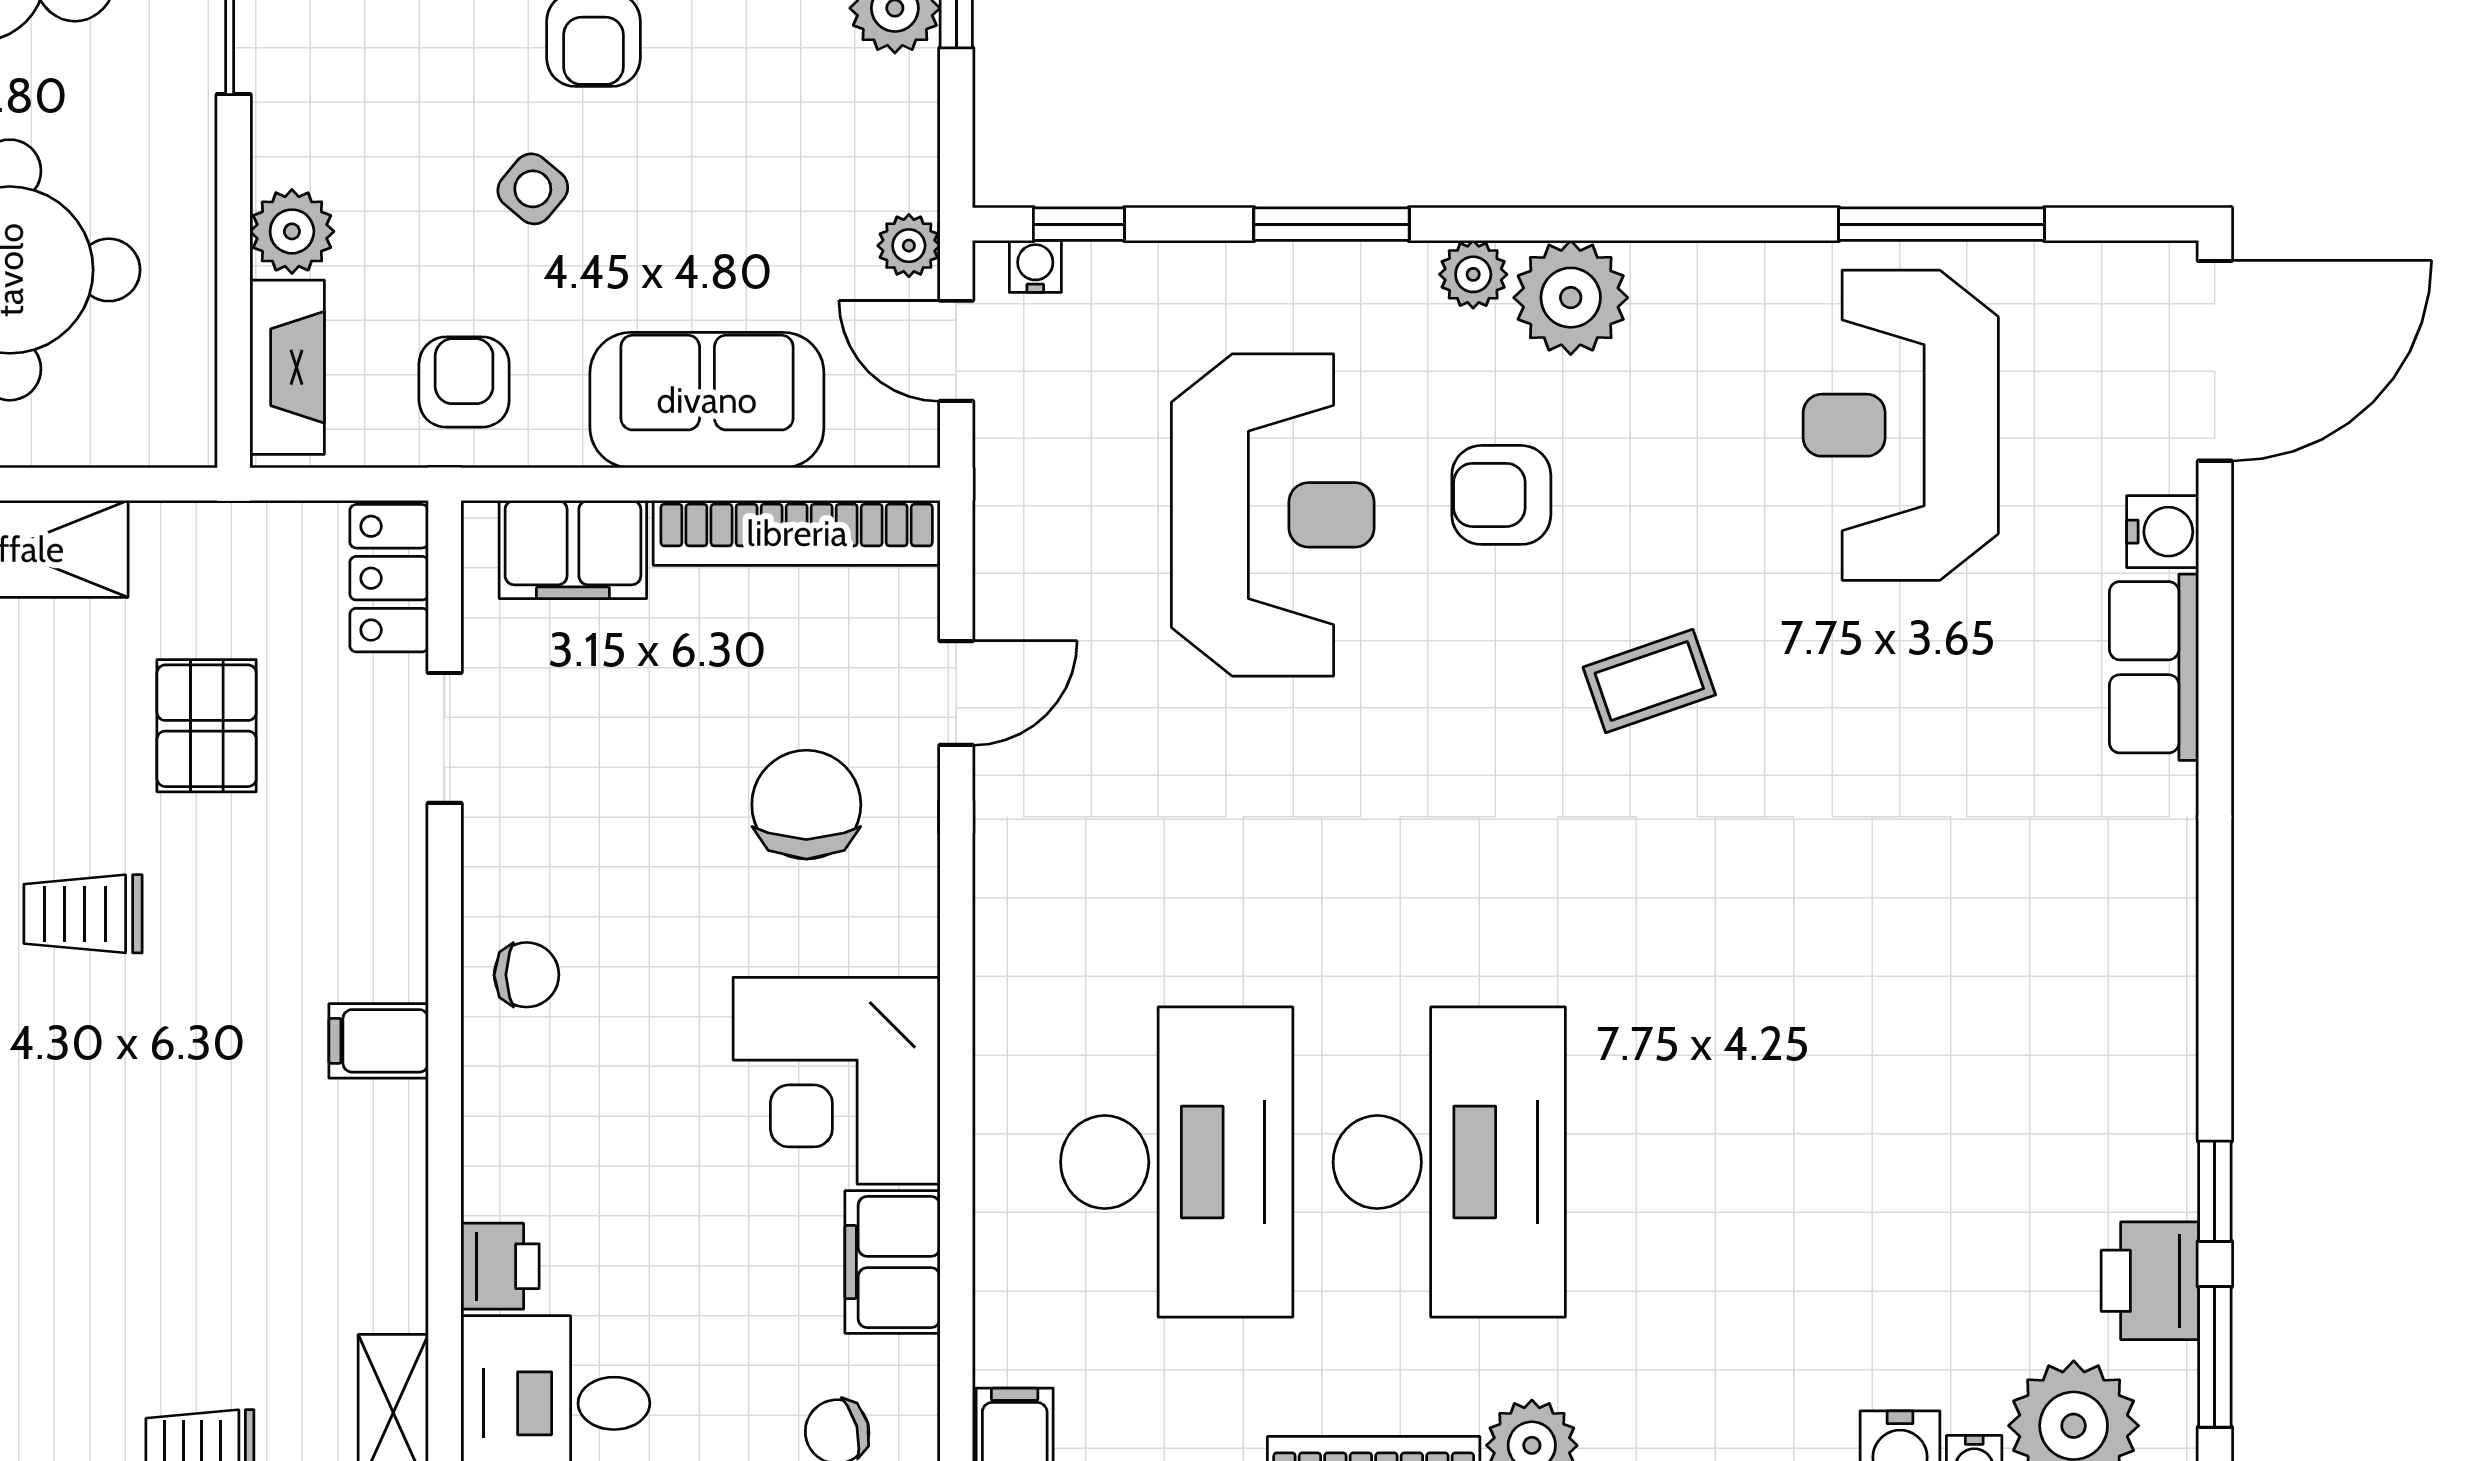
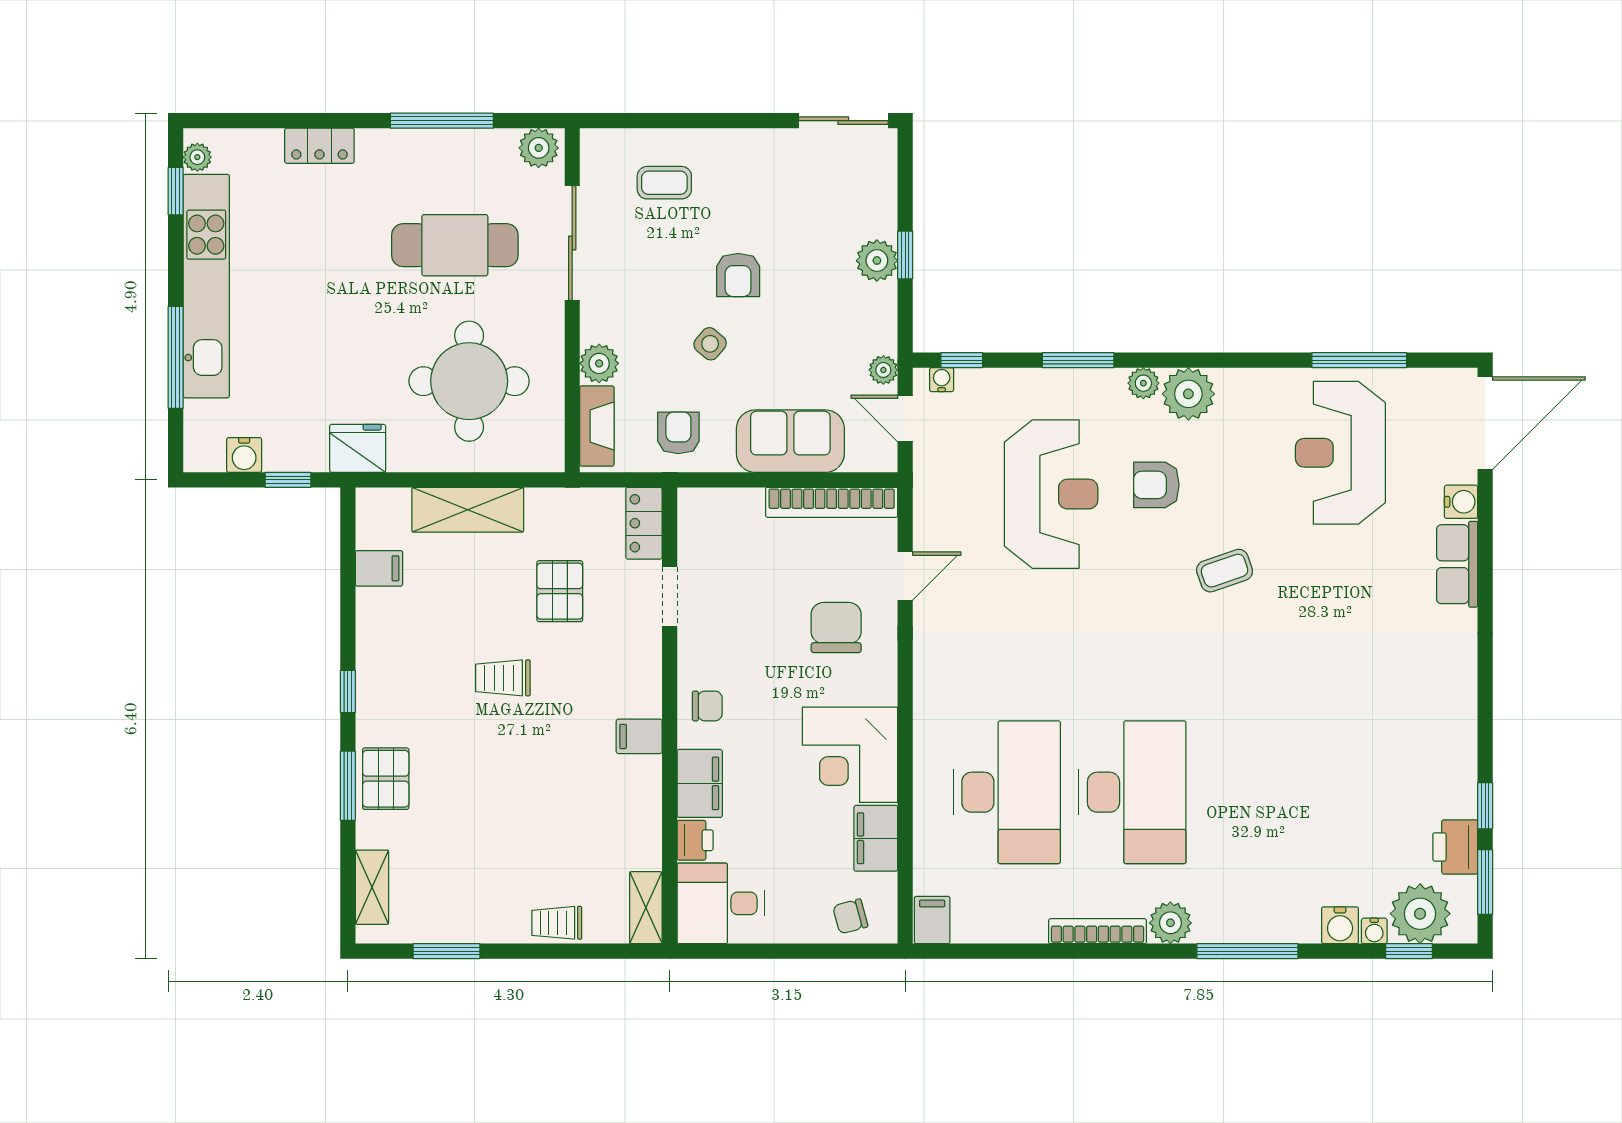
filing cabinet: (573, 549) -> (700, 783), moved, turned -90

